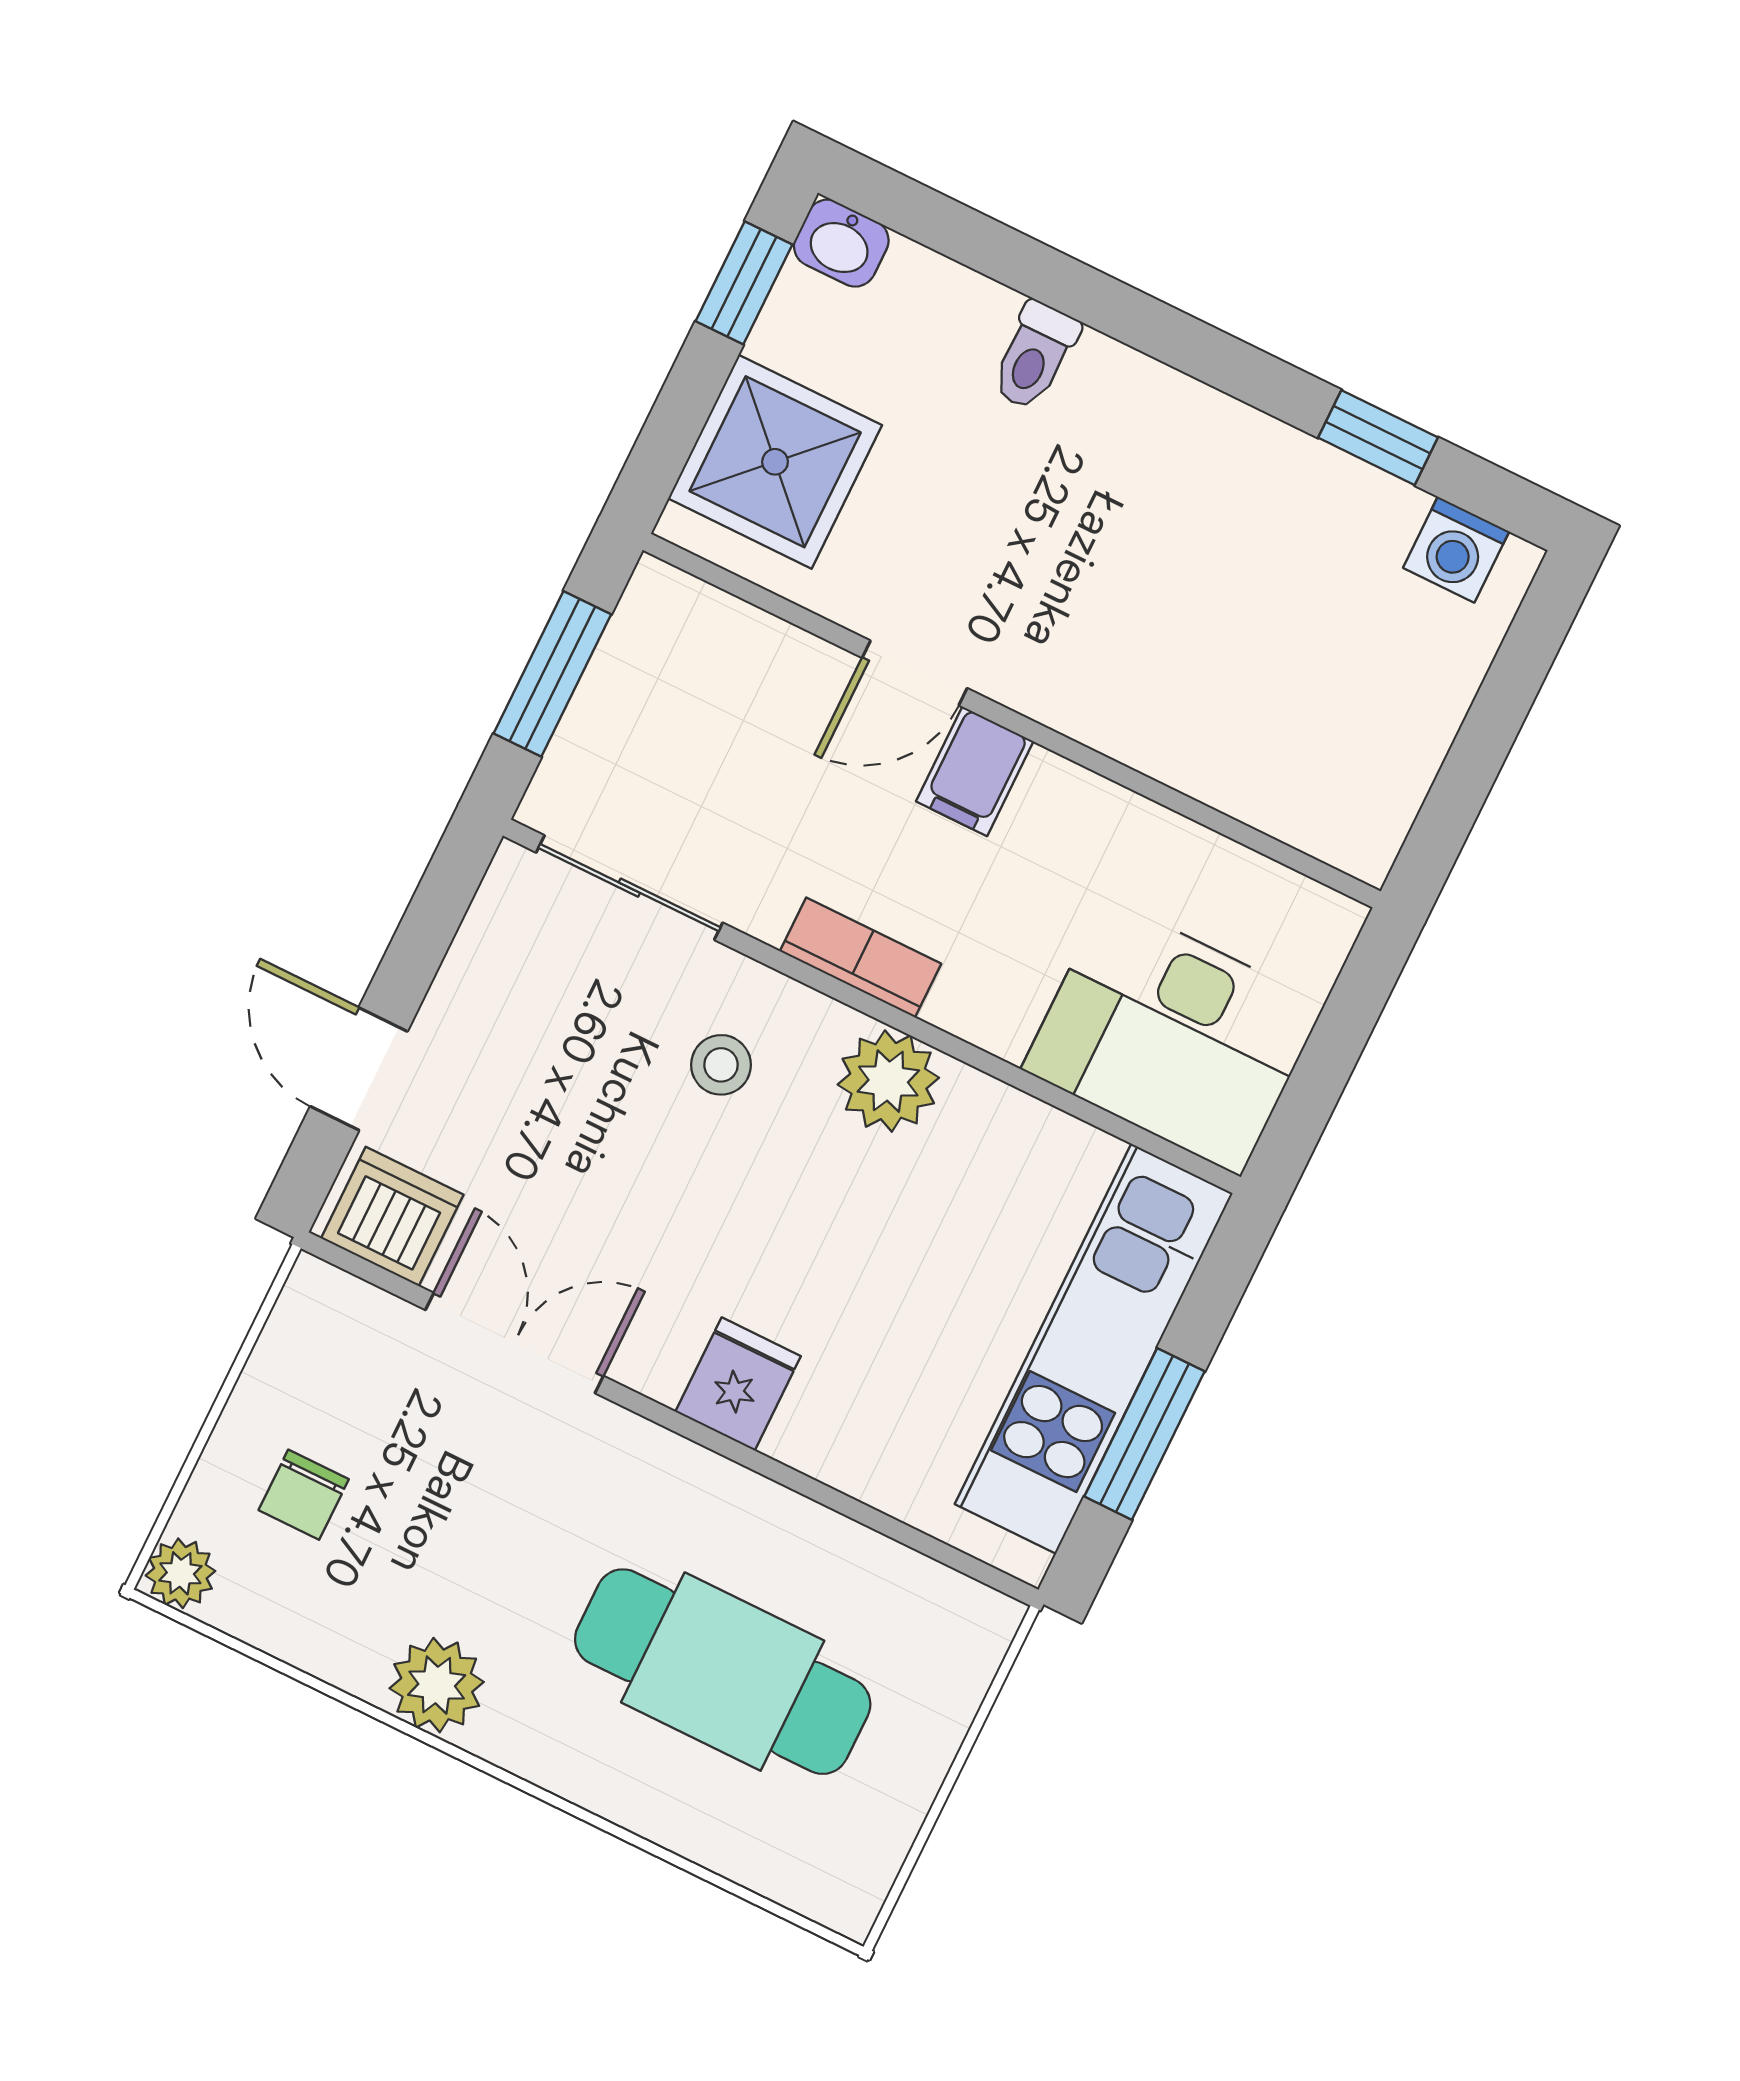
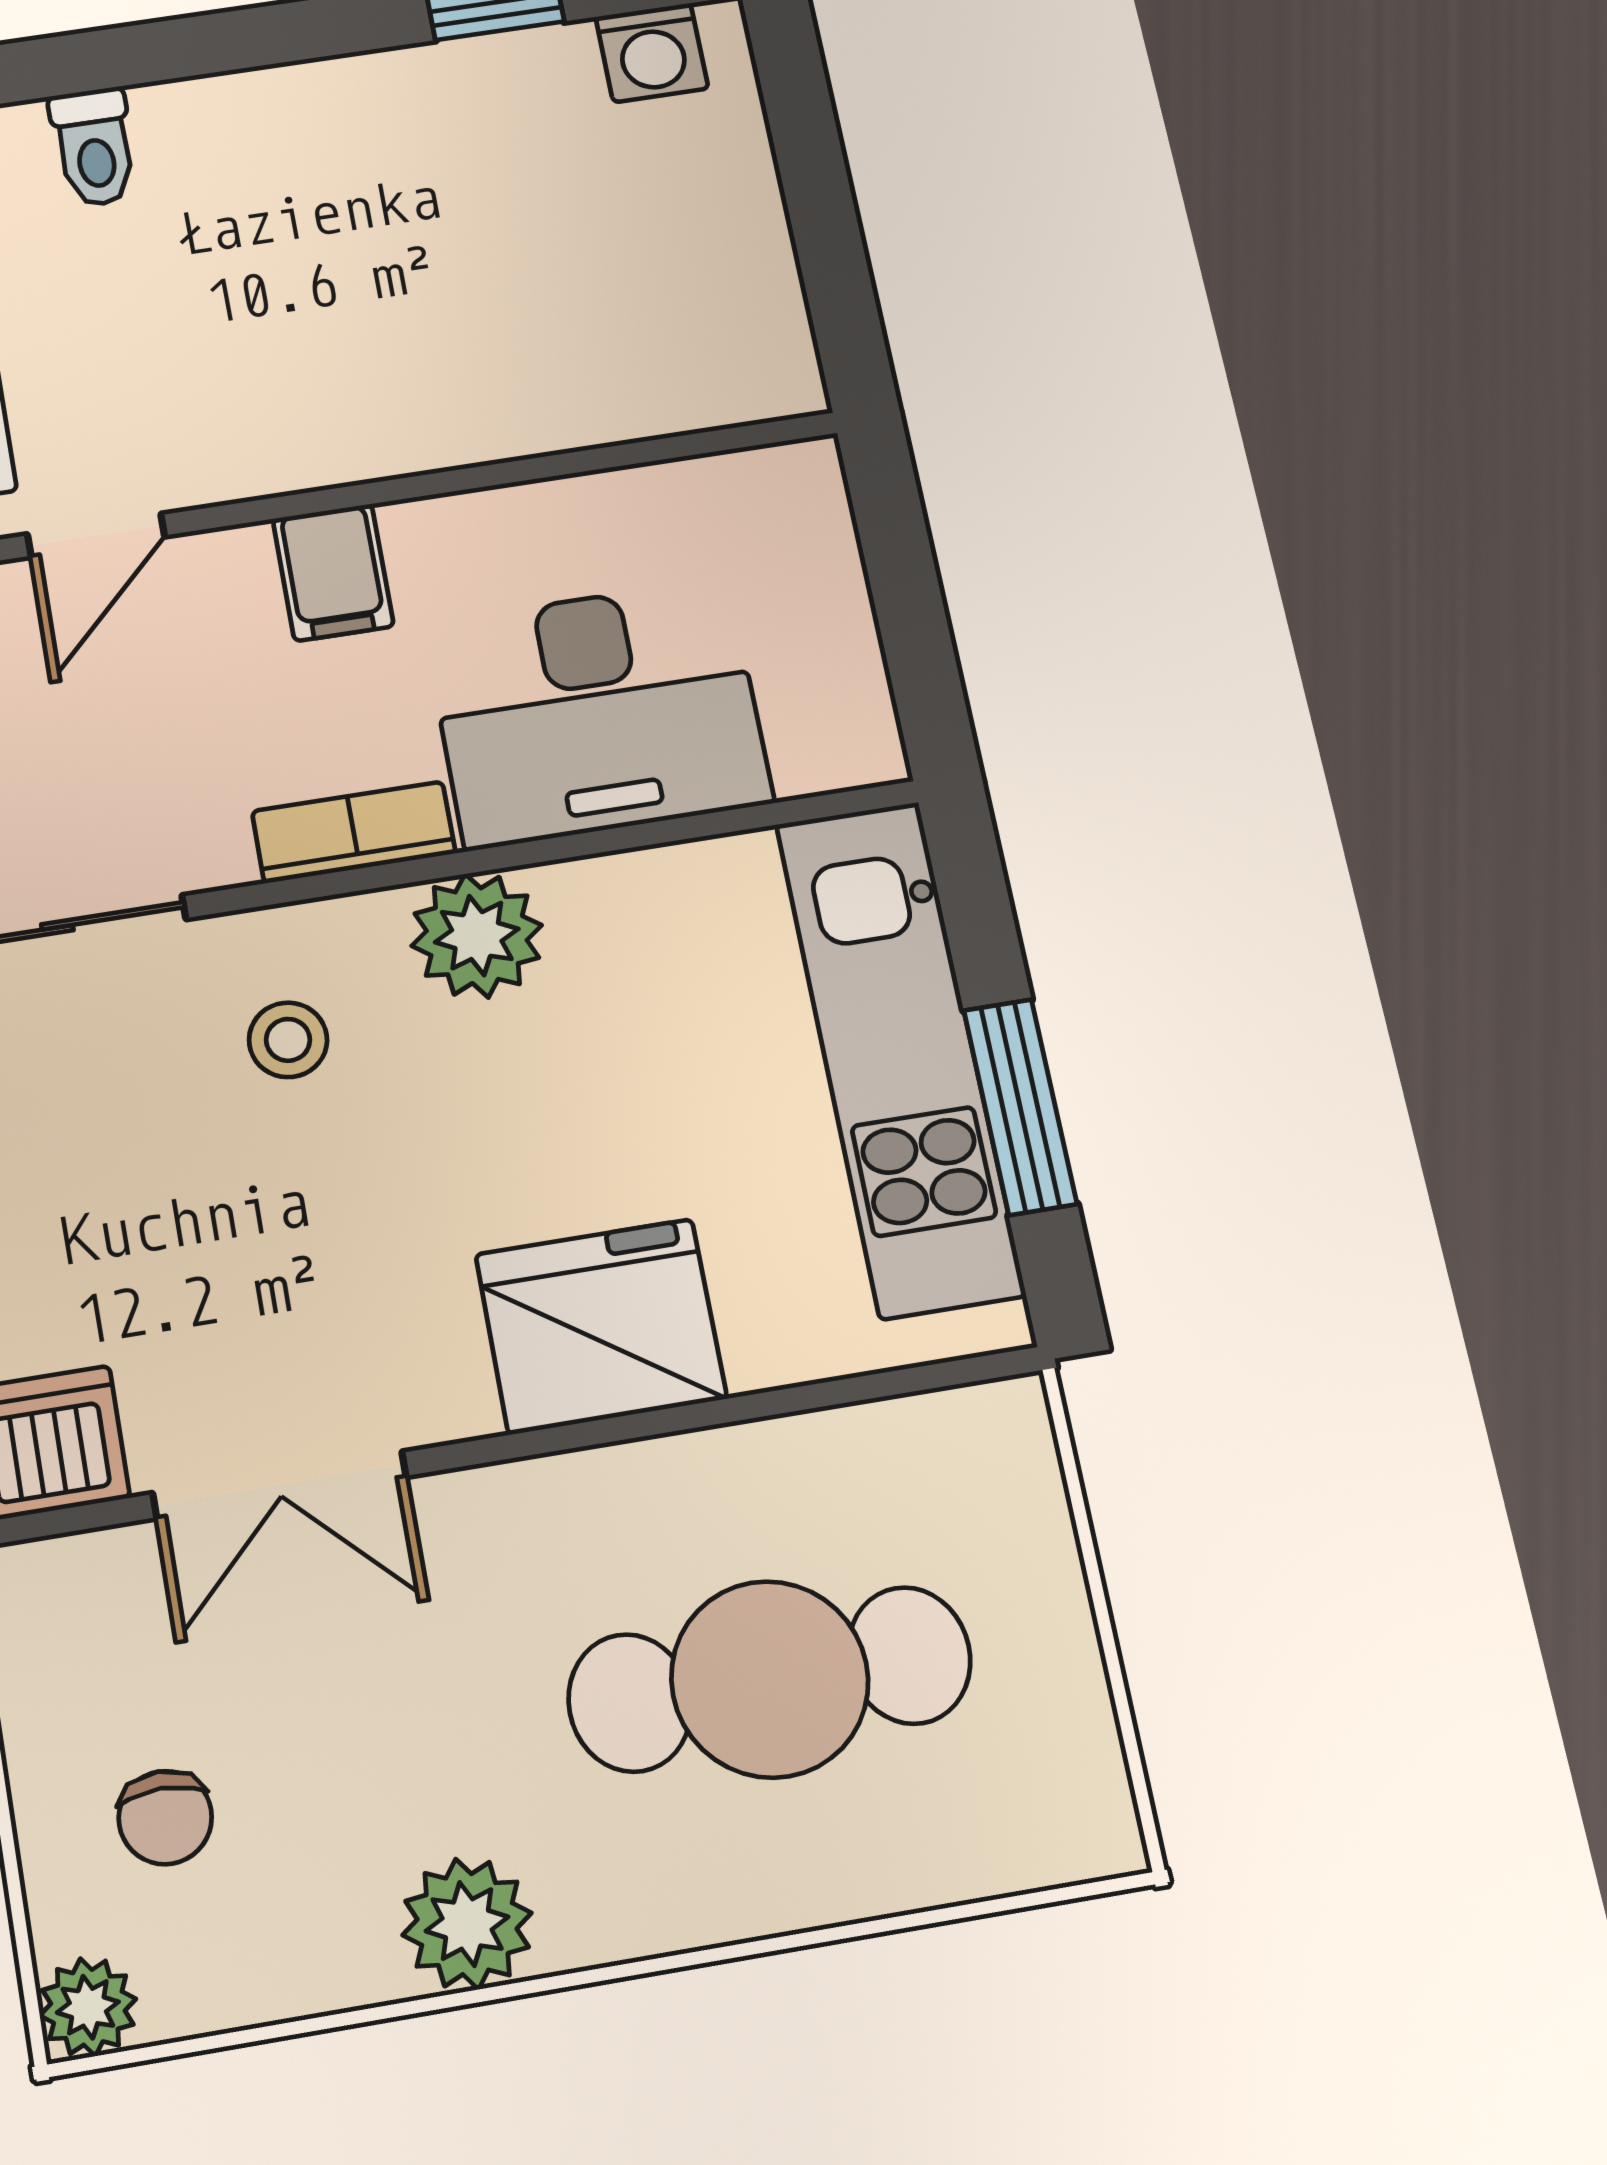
door: (915, 673) -> (96, 535), moved
desk: (1173, 1037) -> (598, 713), moved
double door: (514, 1343) -> (280, 1485), swing flipped
fridge: (738, 1384) -> (601, 1326), width x1.88, depth x1.34

